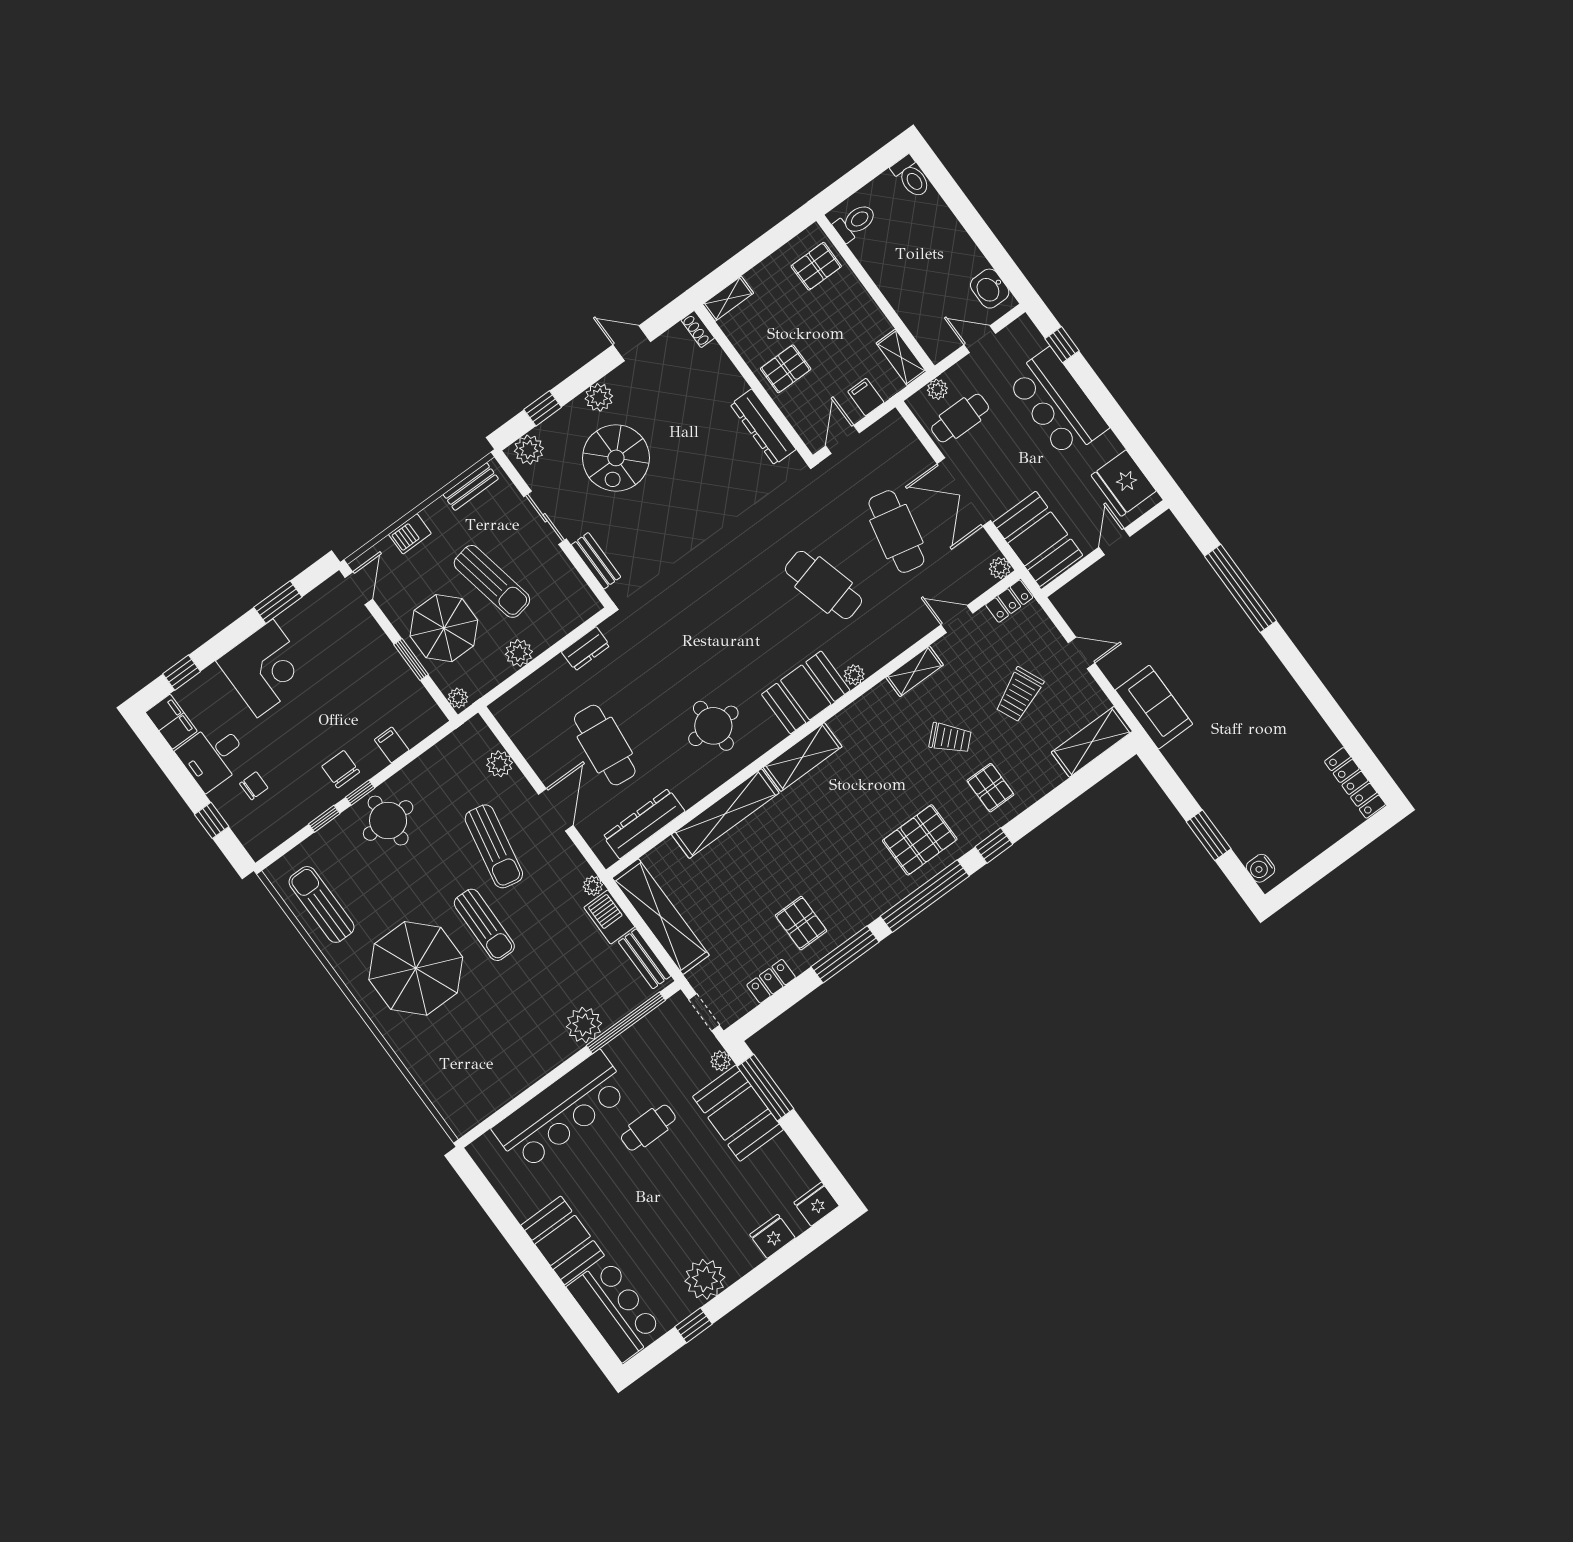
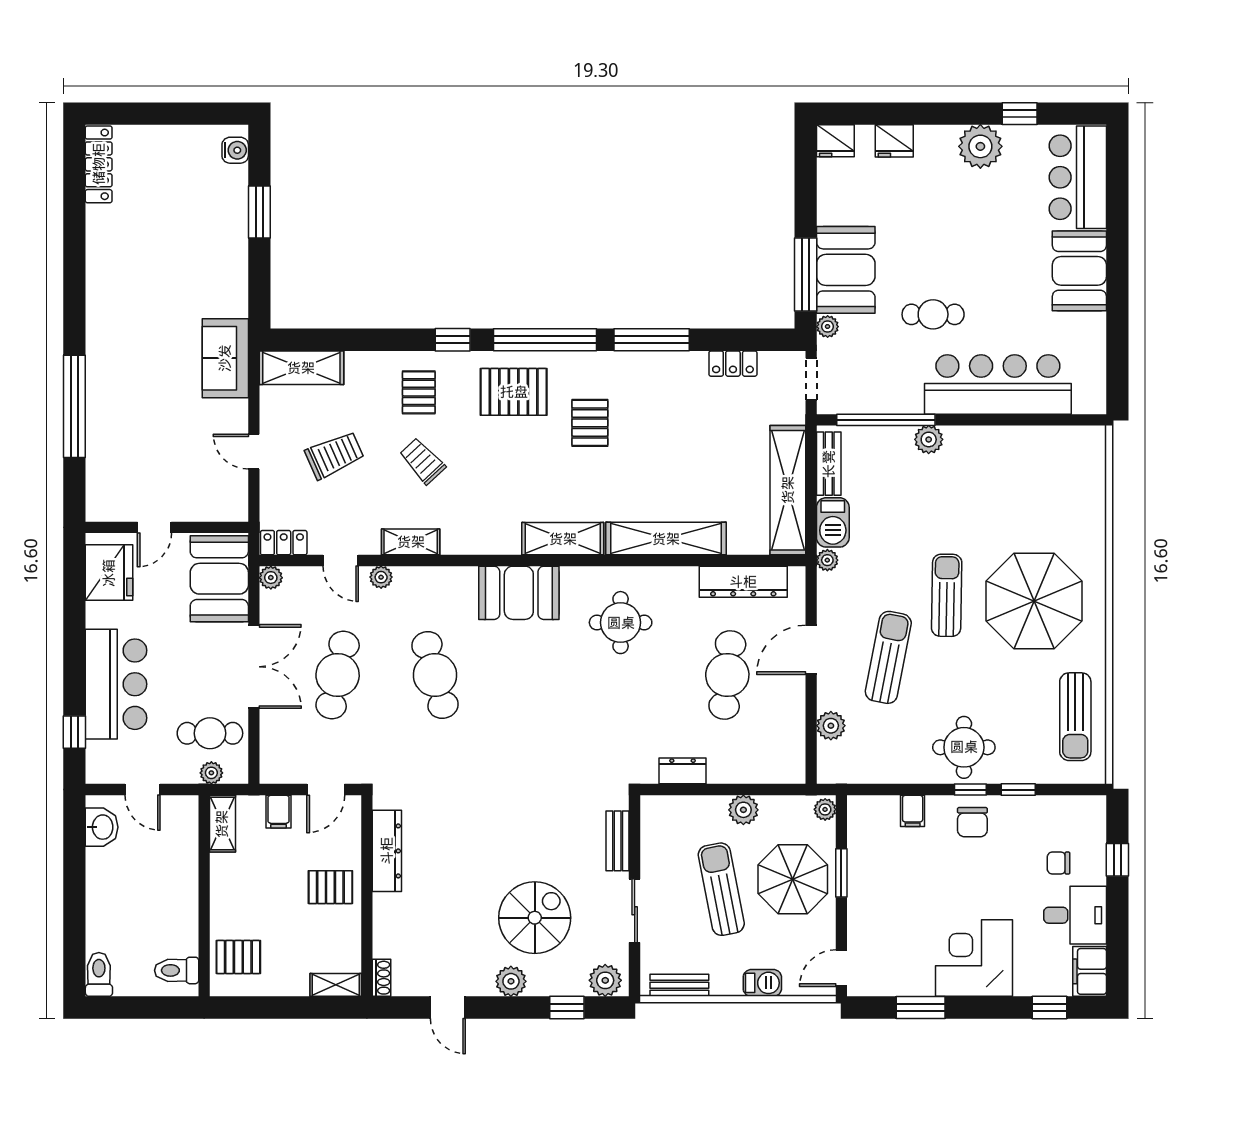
plant: (854, 675) -> (381, 577), moved
pallet: (801, 923) -> (590, 423), moved
plant: (584, 1025) -> (929, 439), width x0.73, depth x0.73

